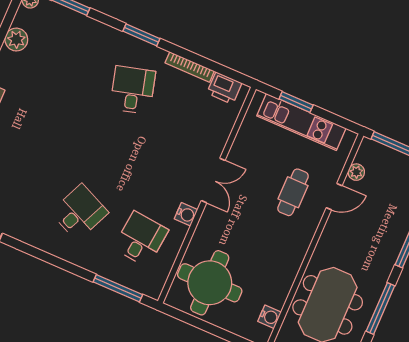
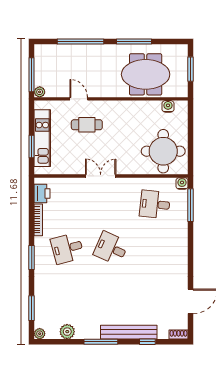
plant: (356, 172) -> (40, 92), moved
desk: (79, 212) -> (111, 248), moved
water cooler: (186, 214) -> (182, 183), moved

